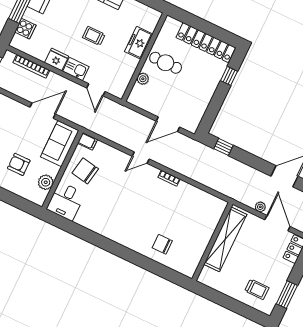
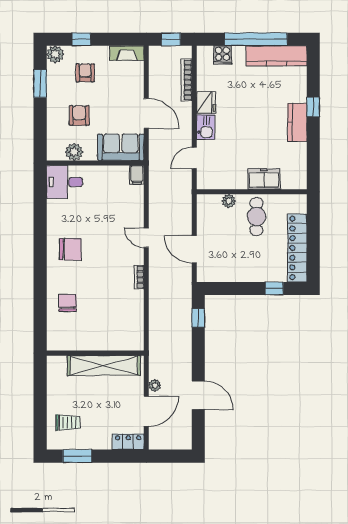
trolley: (94, 36) -> (249, 129), removed
chair: (85, 171) -> (70, 249), moved, turned 80
trolley: (257, 289) -> (68, 423), turned -90

